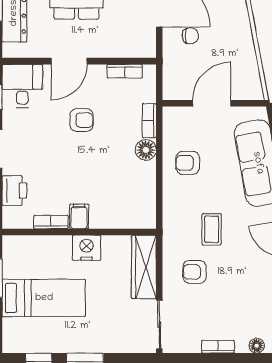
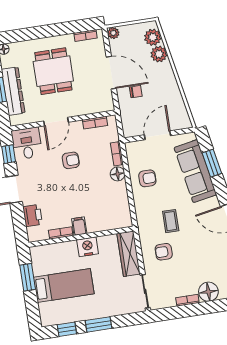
armchair: (188, 163) -> (147, 178), turned 180
floor lamp: (257, 346) -> (208, 292), width x1.89, depth x1.89

